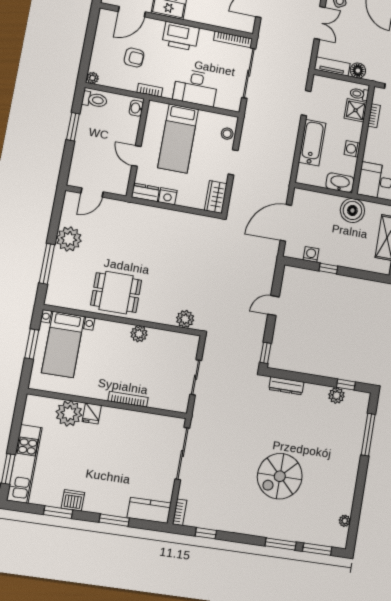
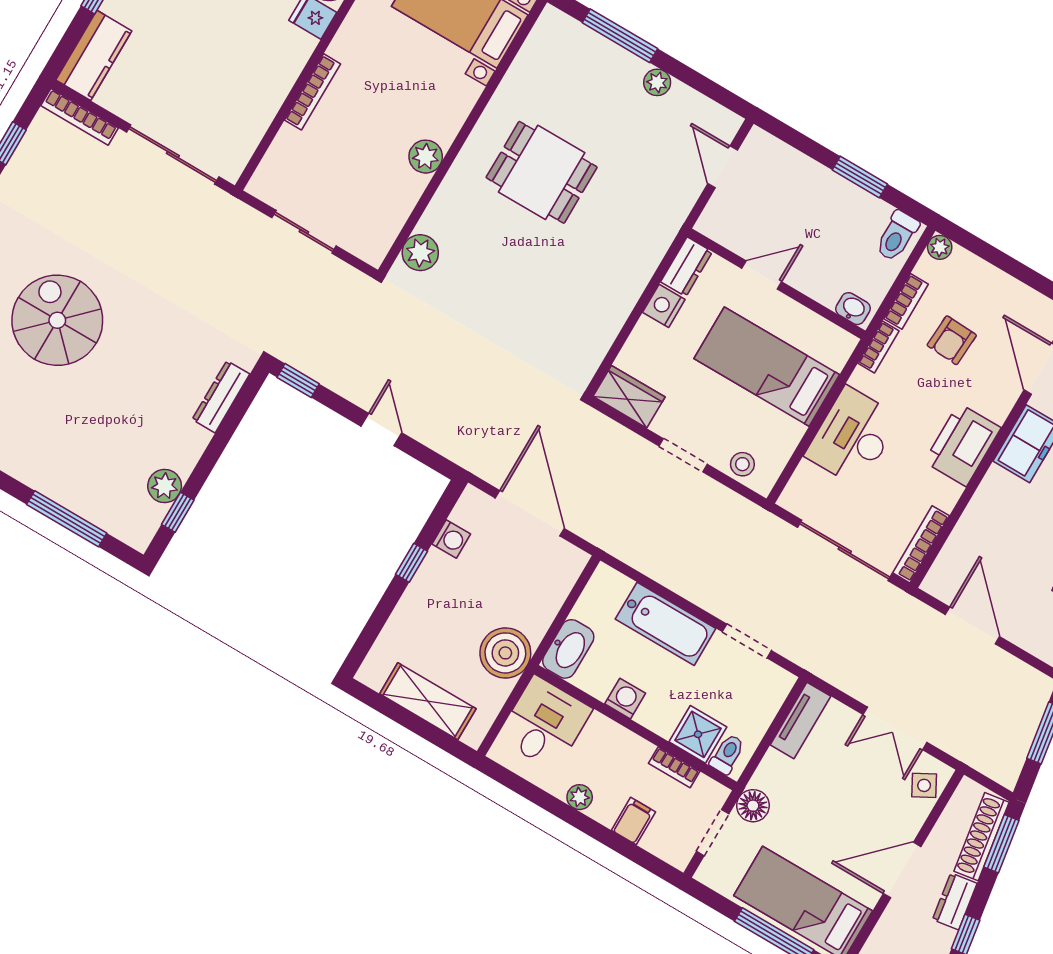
floor lamp: (358, 71) -> (753, 806), moved
bookcase: (124, 85) -> (906, 301), added
plant: (69, 239) -> (657, 82), width x0.53, depth x0.53
dining table: (116, 293) -> (542, 172), moved, turned 90
bookcase: (180, 512) -> (79, 117), width x1.56

